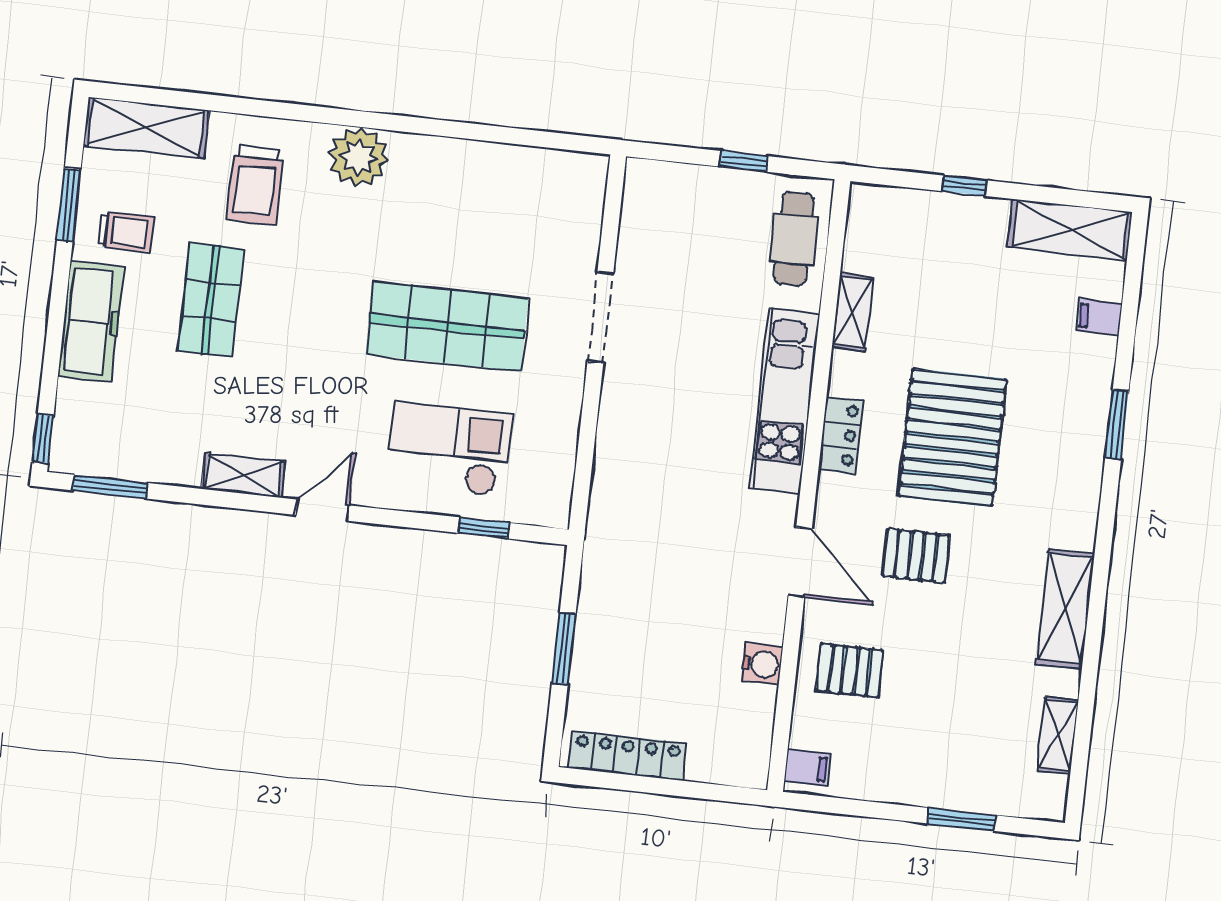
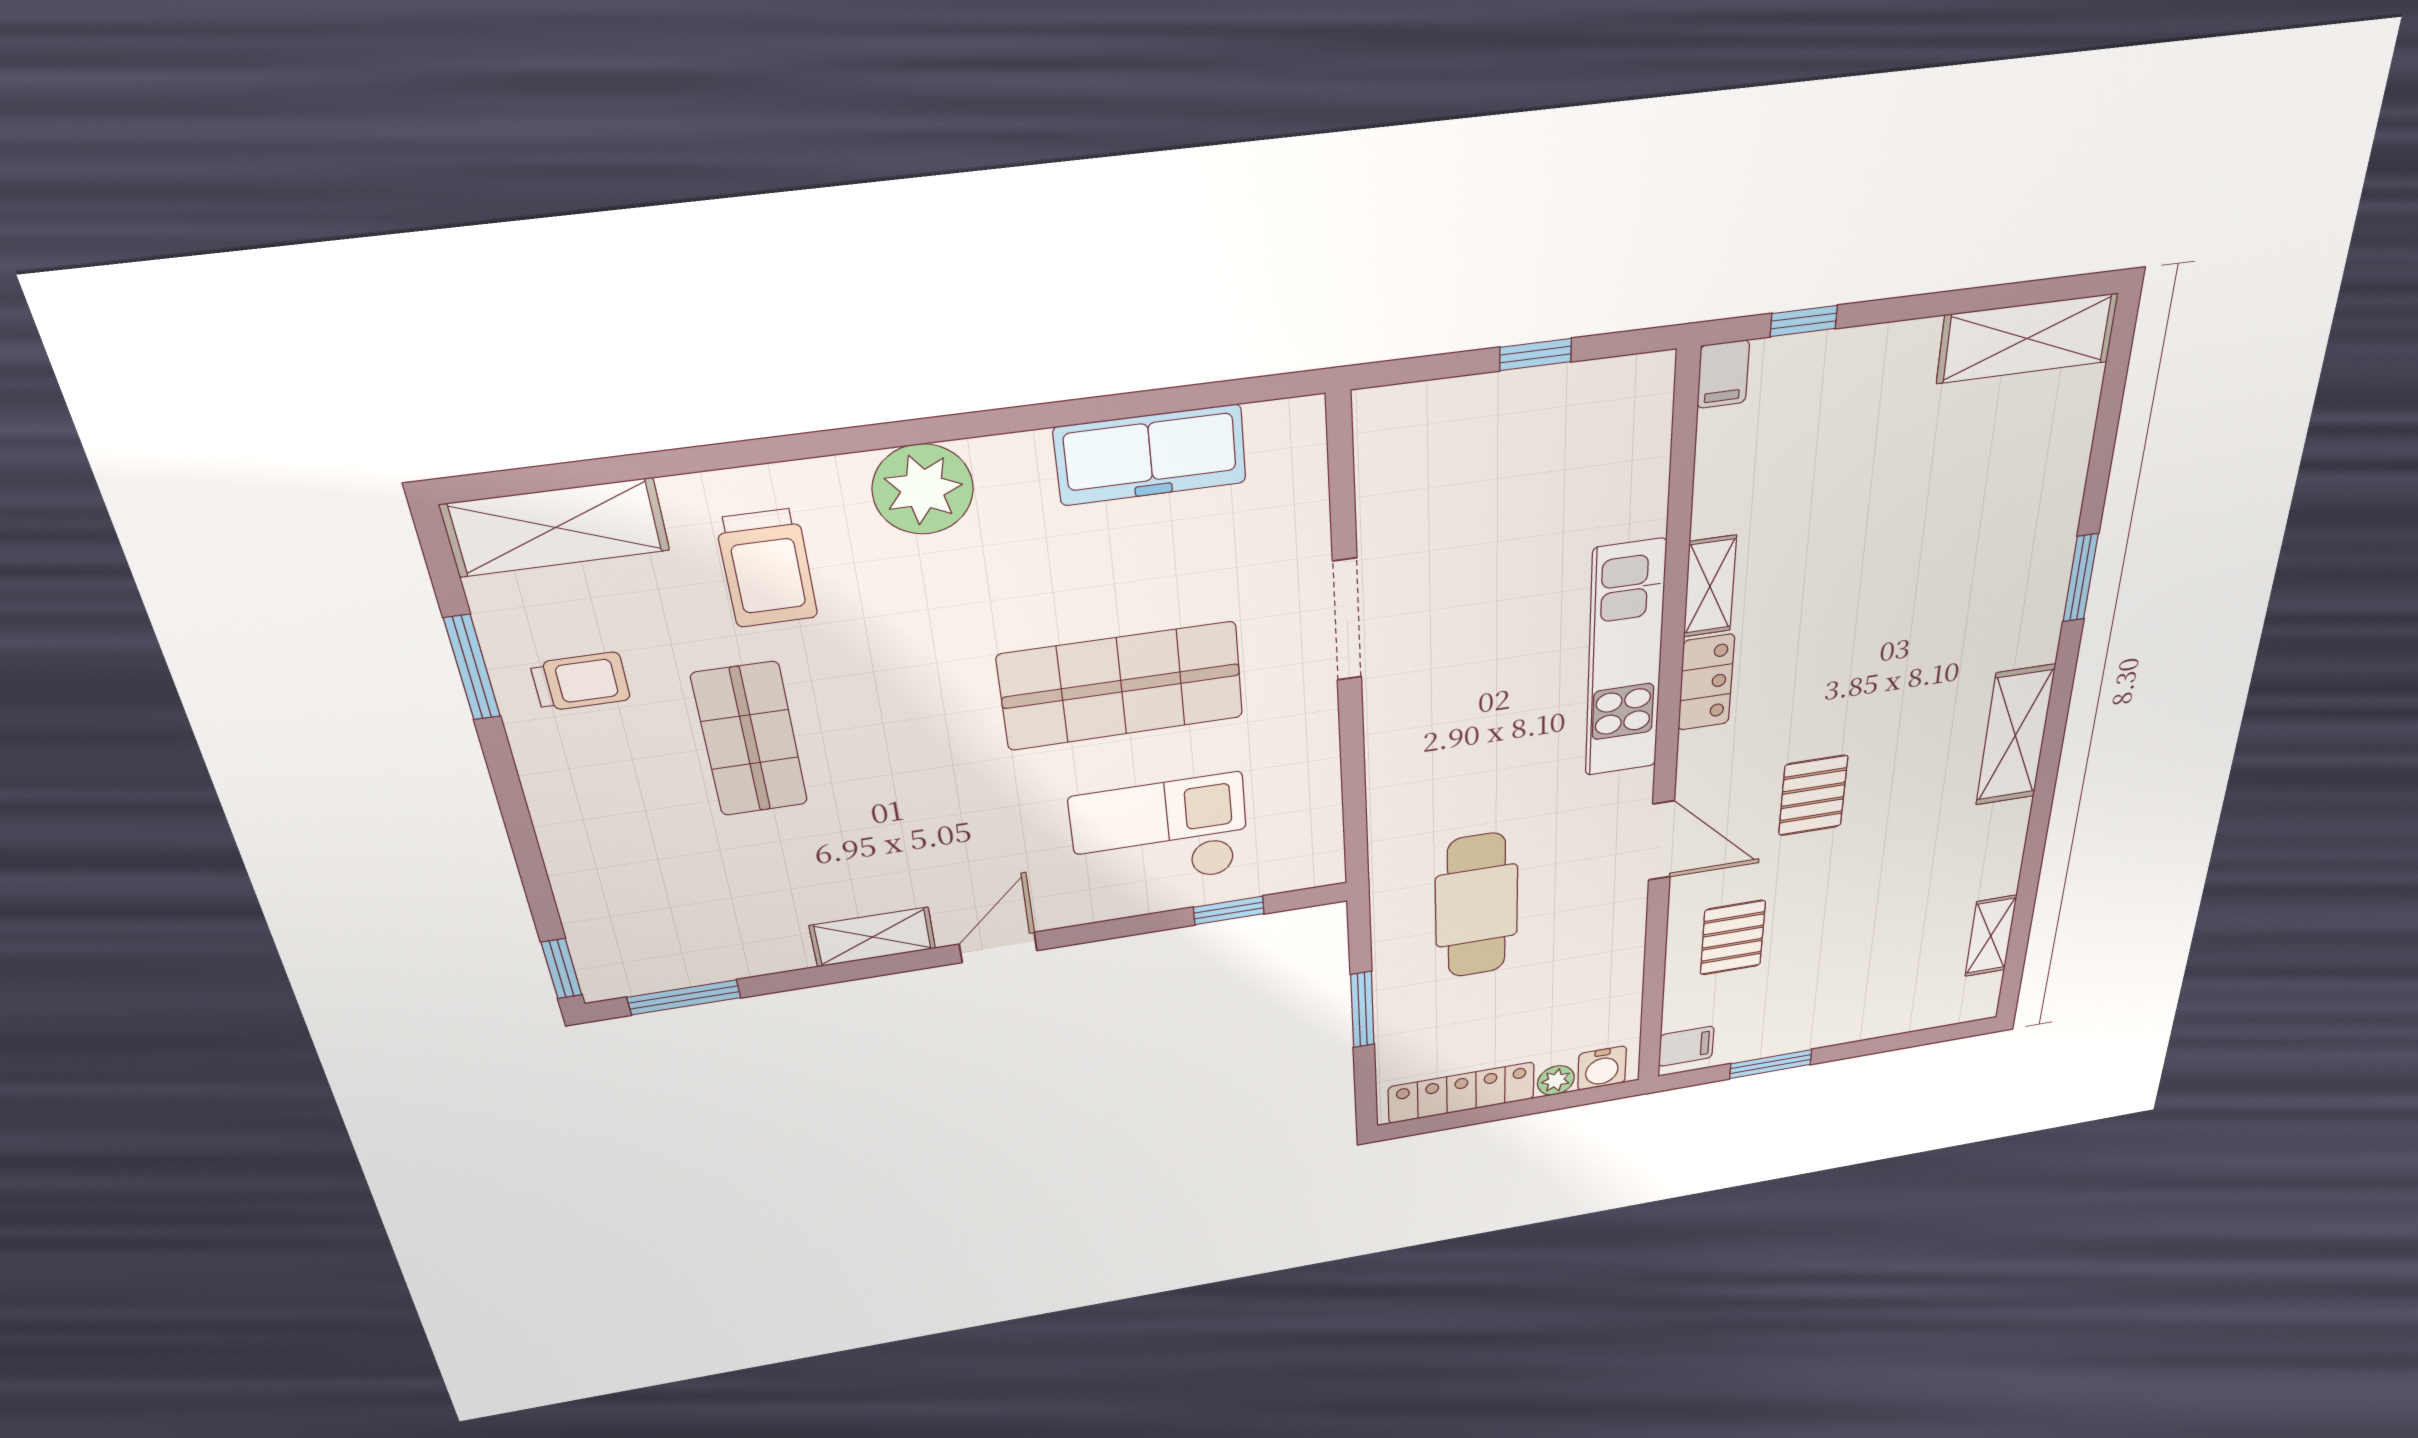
window: (964, 186) -> (1804, 321), moved
cafe table: (794, 239) -> (1477, 906), moved, width x1.37, depth x1.35
shelving: (852, 312) -> (1710, 586), moved
filing cabinet: (1099, 317) -> (1723, 374), moved, turned -90
freezer: (91, 321) -> (1151, 455), moved, turned 90
pallet: (952, 438) -> (1859, 648), removed
pallet: (916, 556) -> (1813, 795), turned 90
shelving: (1065, 609) -> (2015, 735), moved
water cooler: (762, 664) -> (1602, 1068), moved, turned 90
pallet: (850, 670) -> (1733, 938), turned 90
plant: (702, 768) -> (1556, 1080), added
window: (962, 819) -> (1771, 1064), moved

